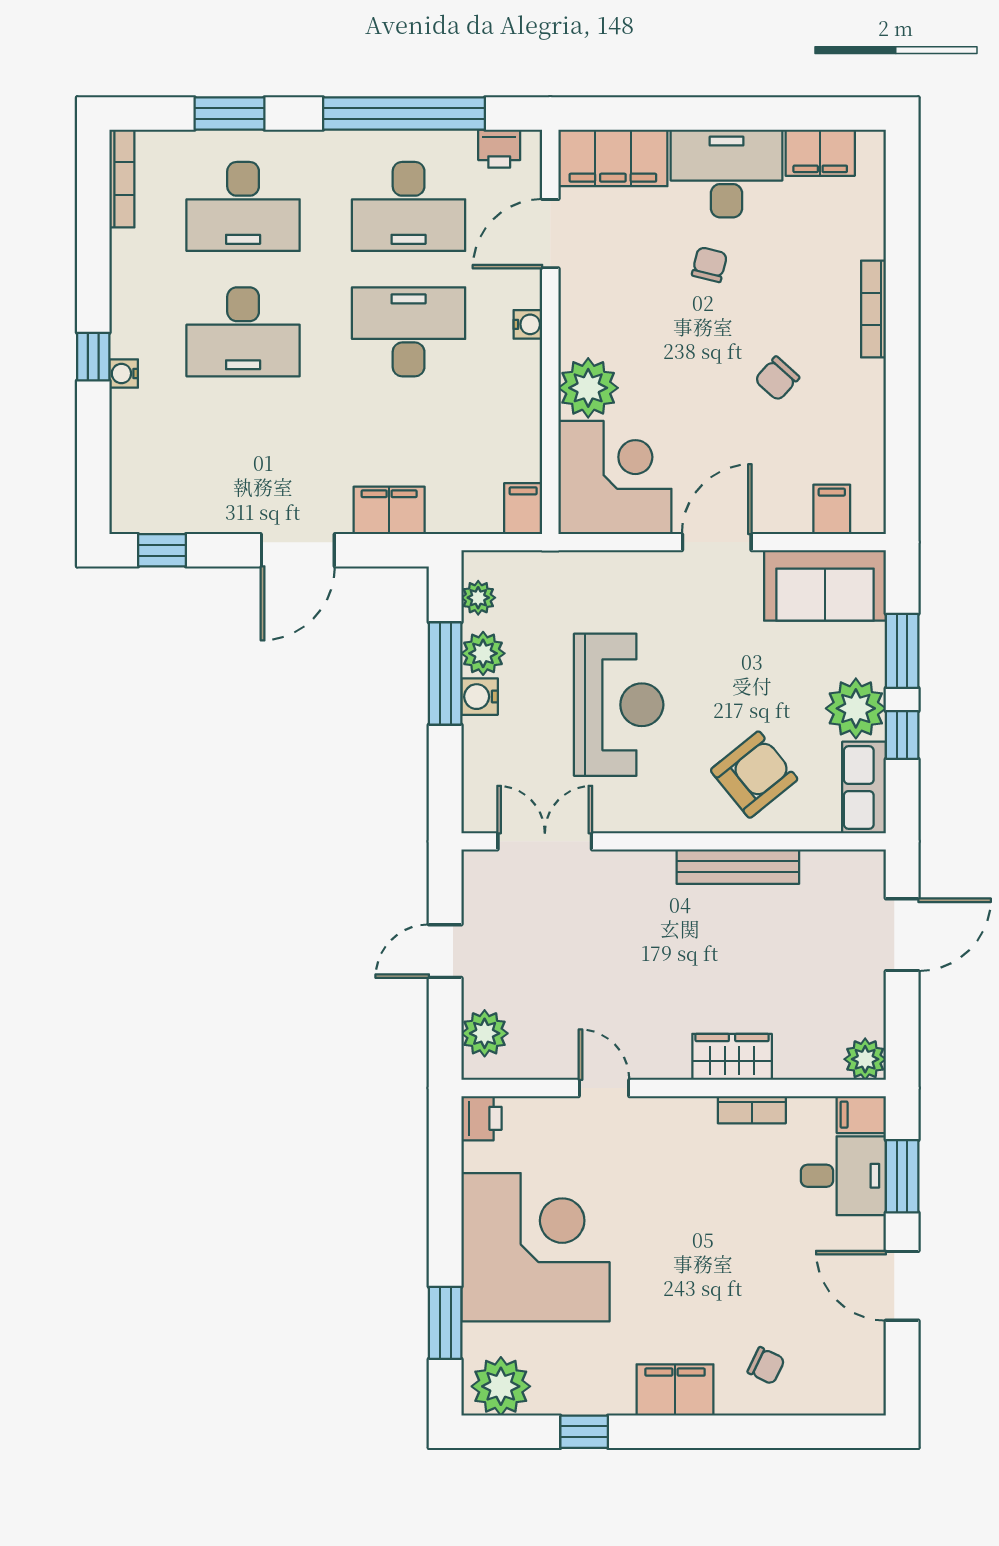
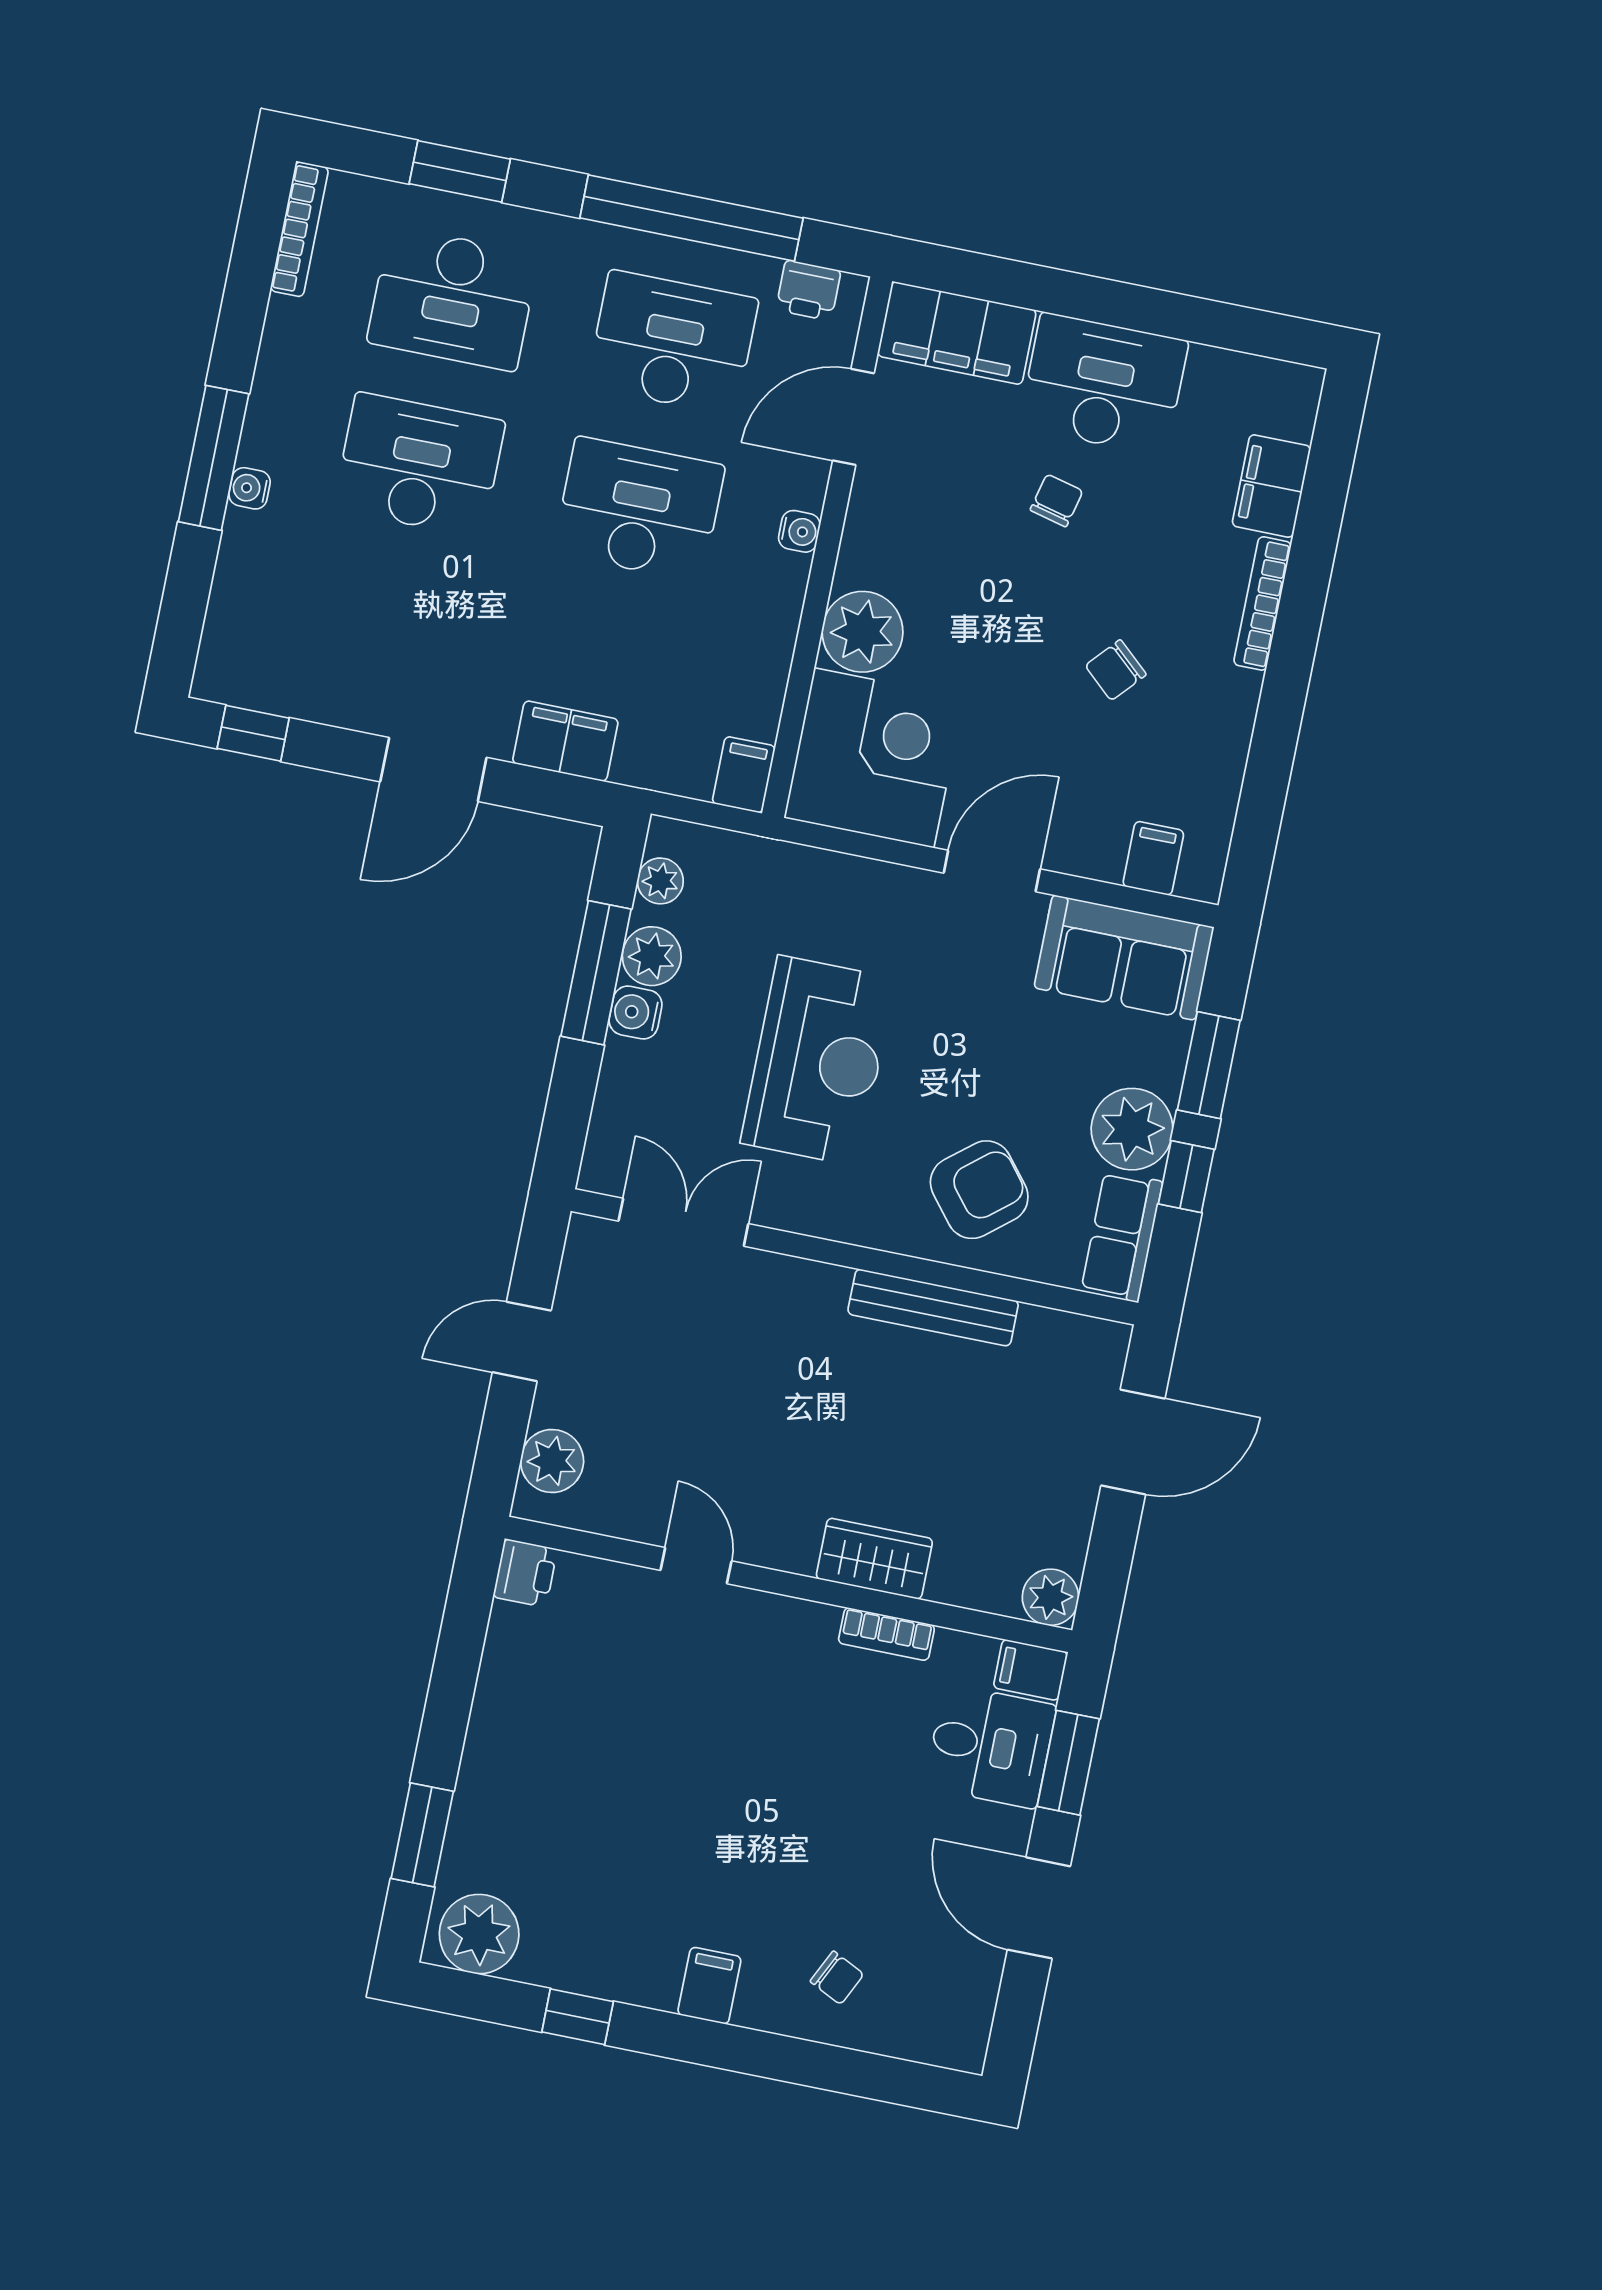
filing cabinet: (820, 153) -> (1271, 486), moved, turned 90
desk: (409, 206) -> (673, 343), turned 180
desk: (243, 332) -> (419, 465), turned 180
window: (93, 357) -> (214, 458), width x2.17
corner desk: (535, 1247) -> (562, 1759), removed
filing cabinet: (675, 1390) -> (709, 1986), width x0.50

